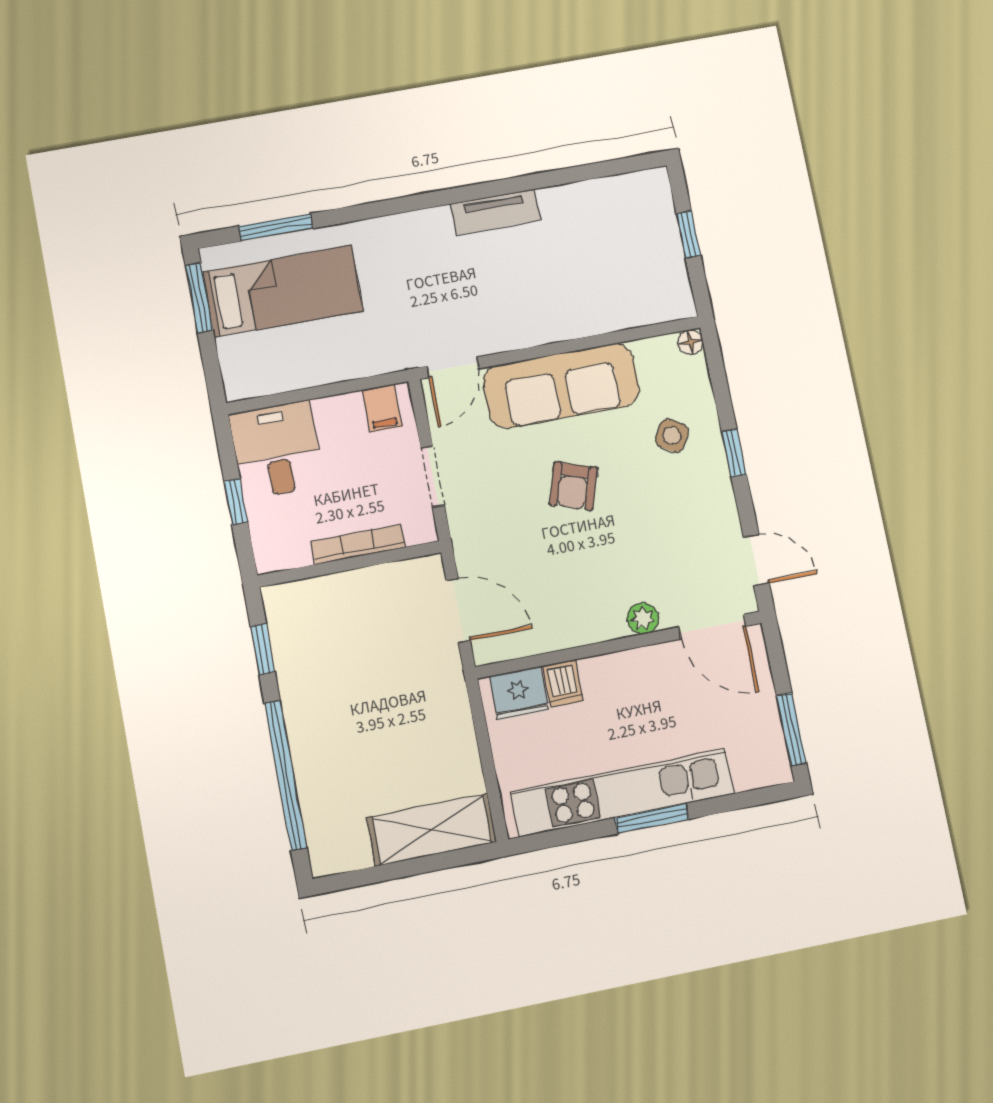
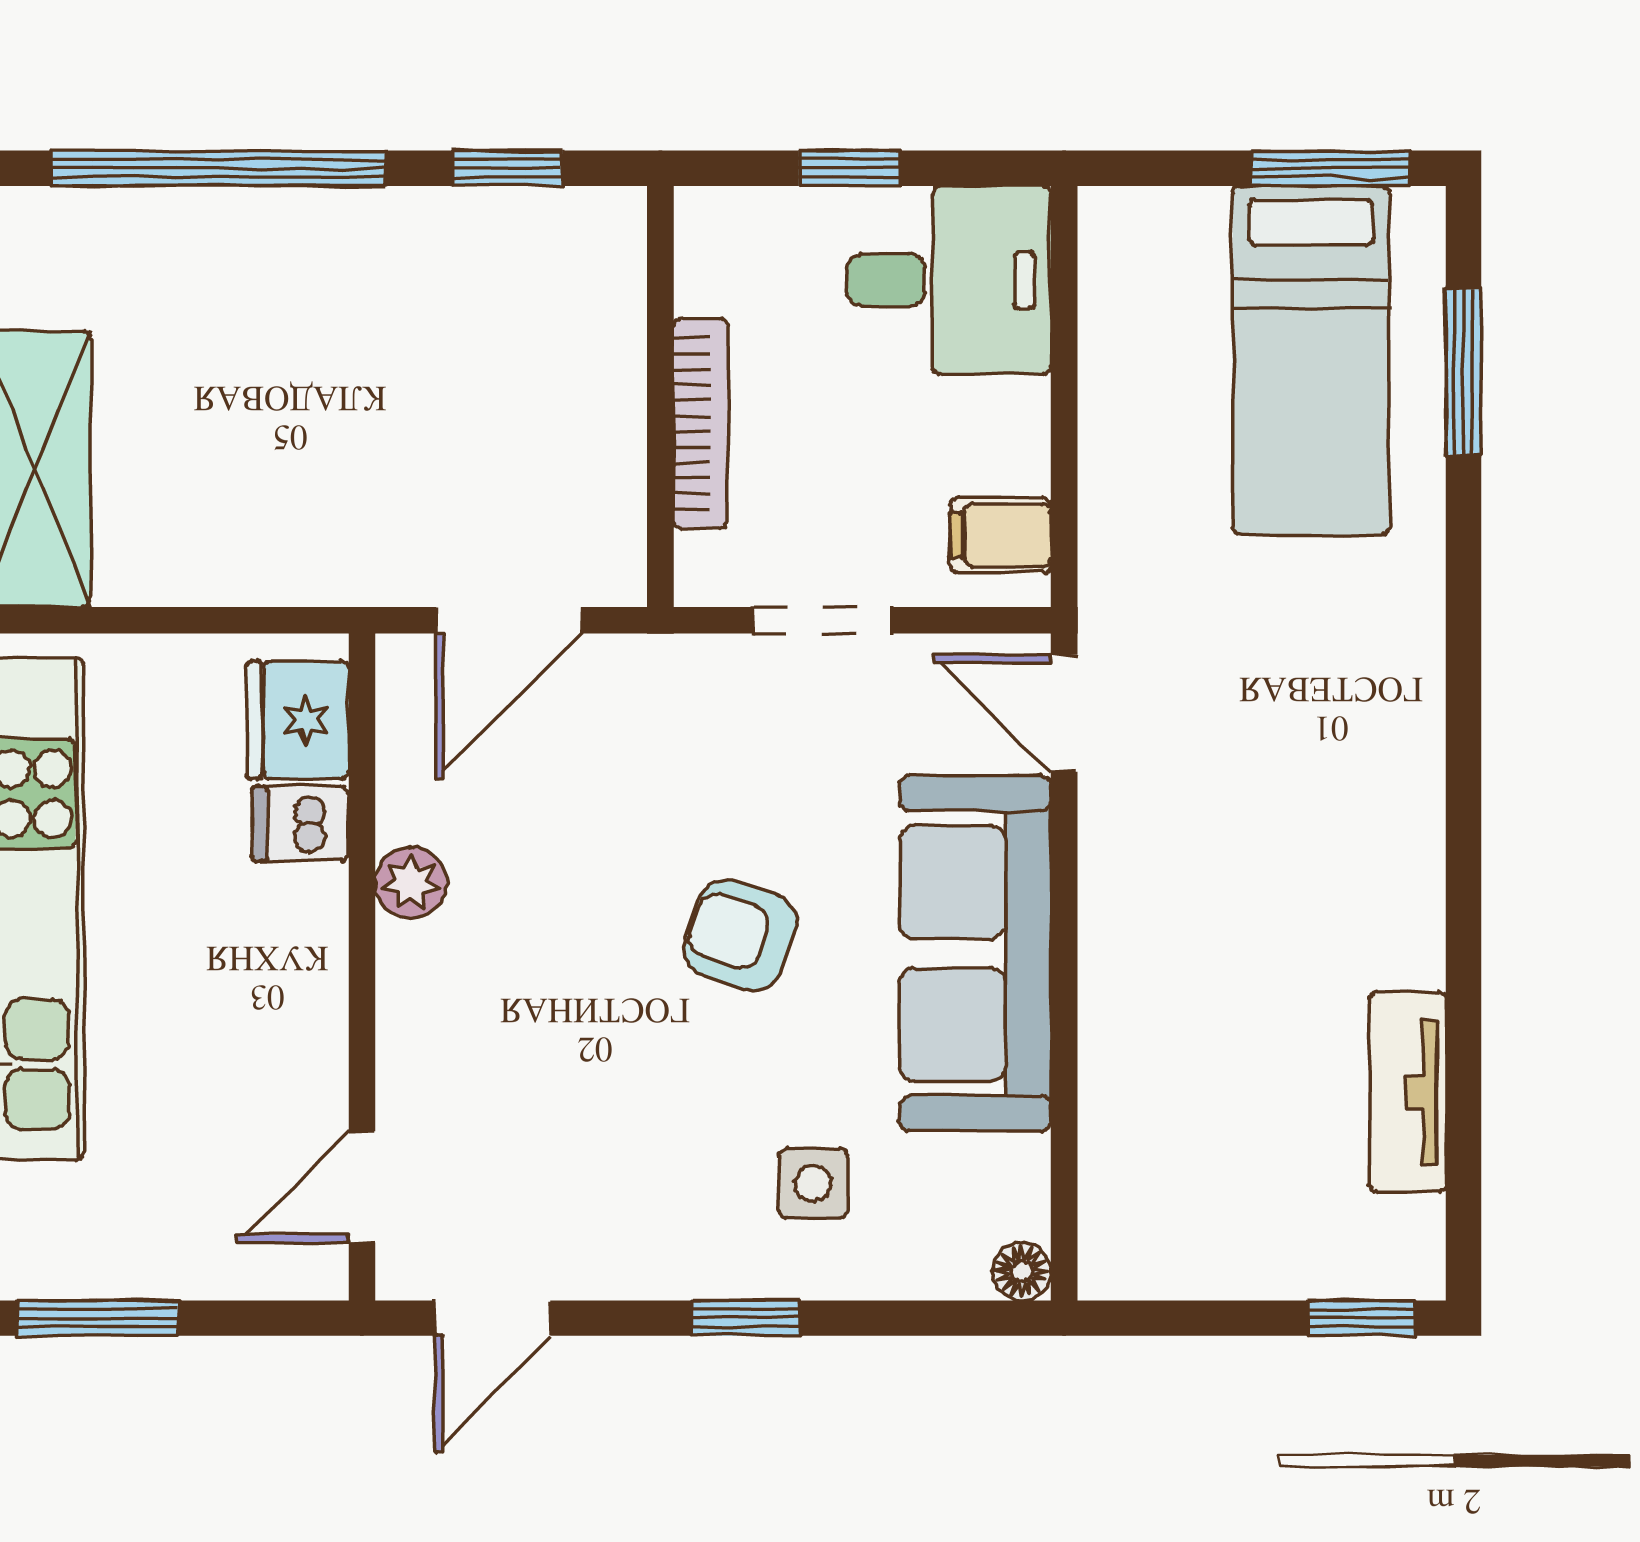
tv unit: (495, 212) -> (1408, 1092), moved
window: (688, 234) -> (1361, 1318), moved
side table: (672, 436) -> (813, 1183), turned -31
plant: (643, 618) -> (411, 882), moved
door: (712, 627) -> (362, 1187), width x0.73

